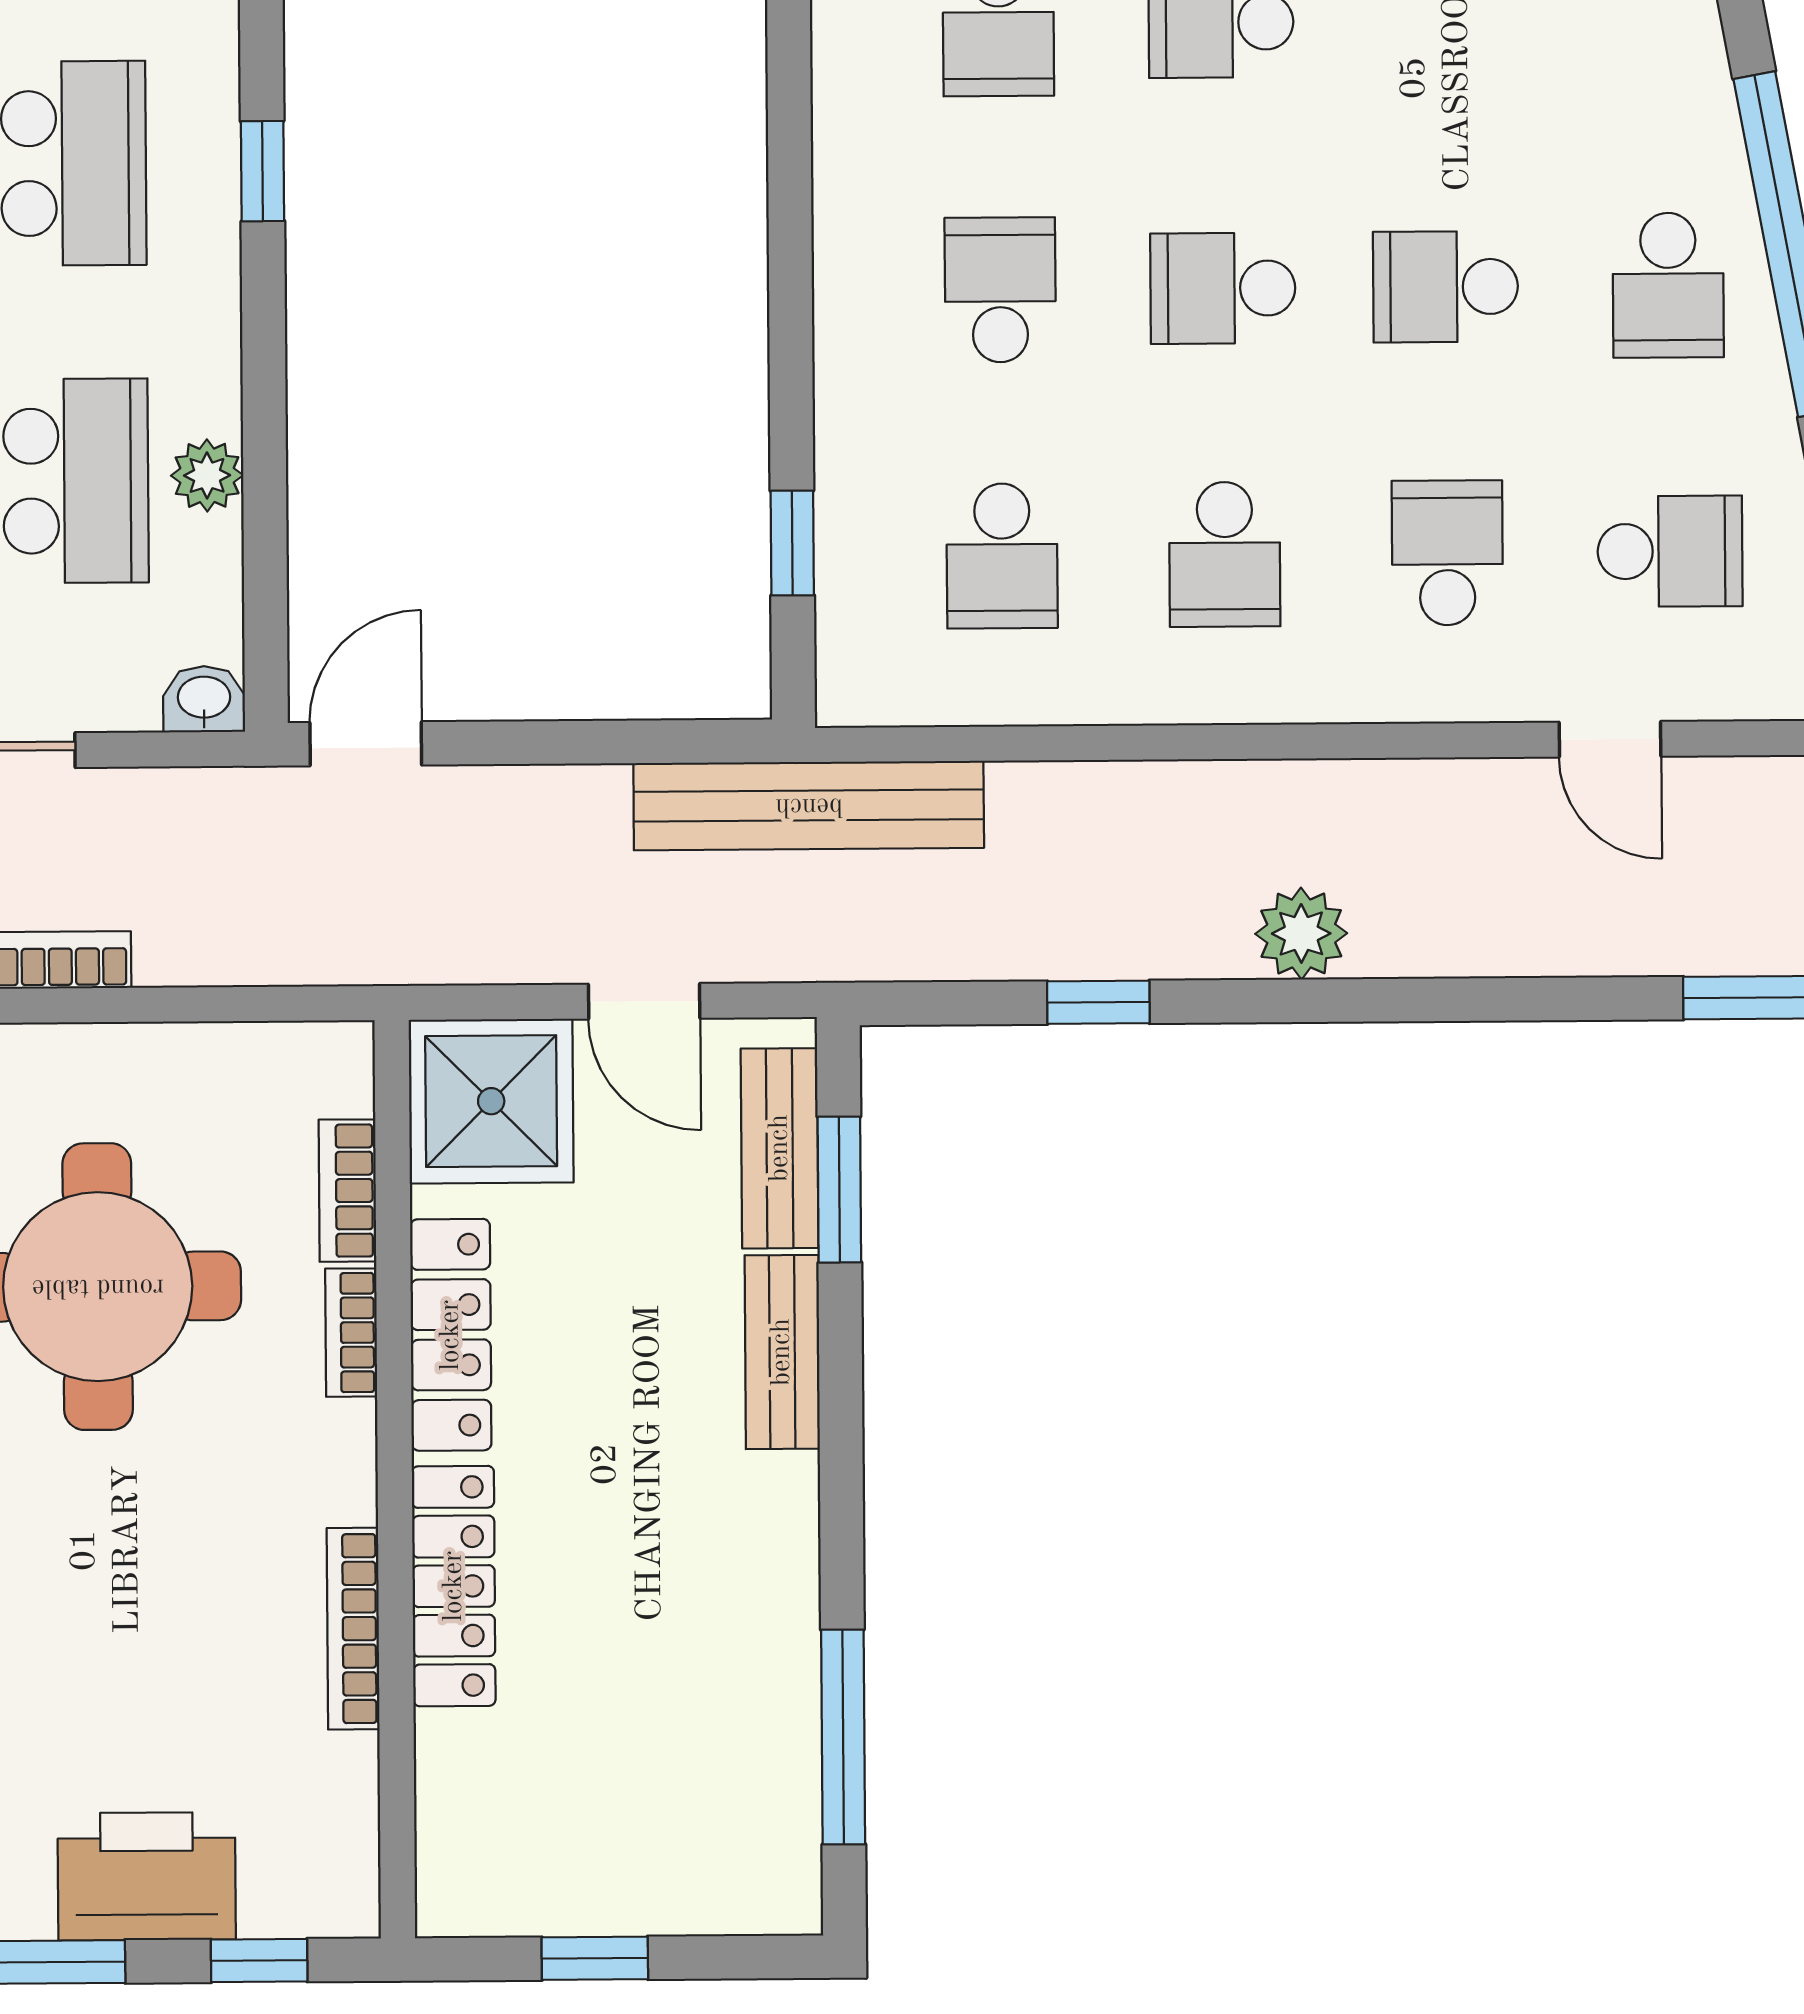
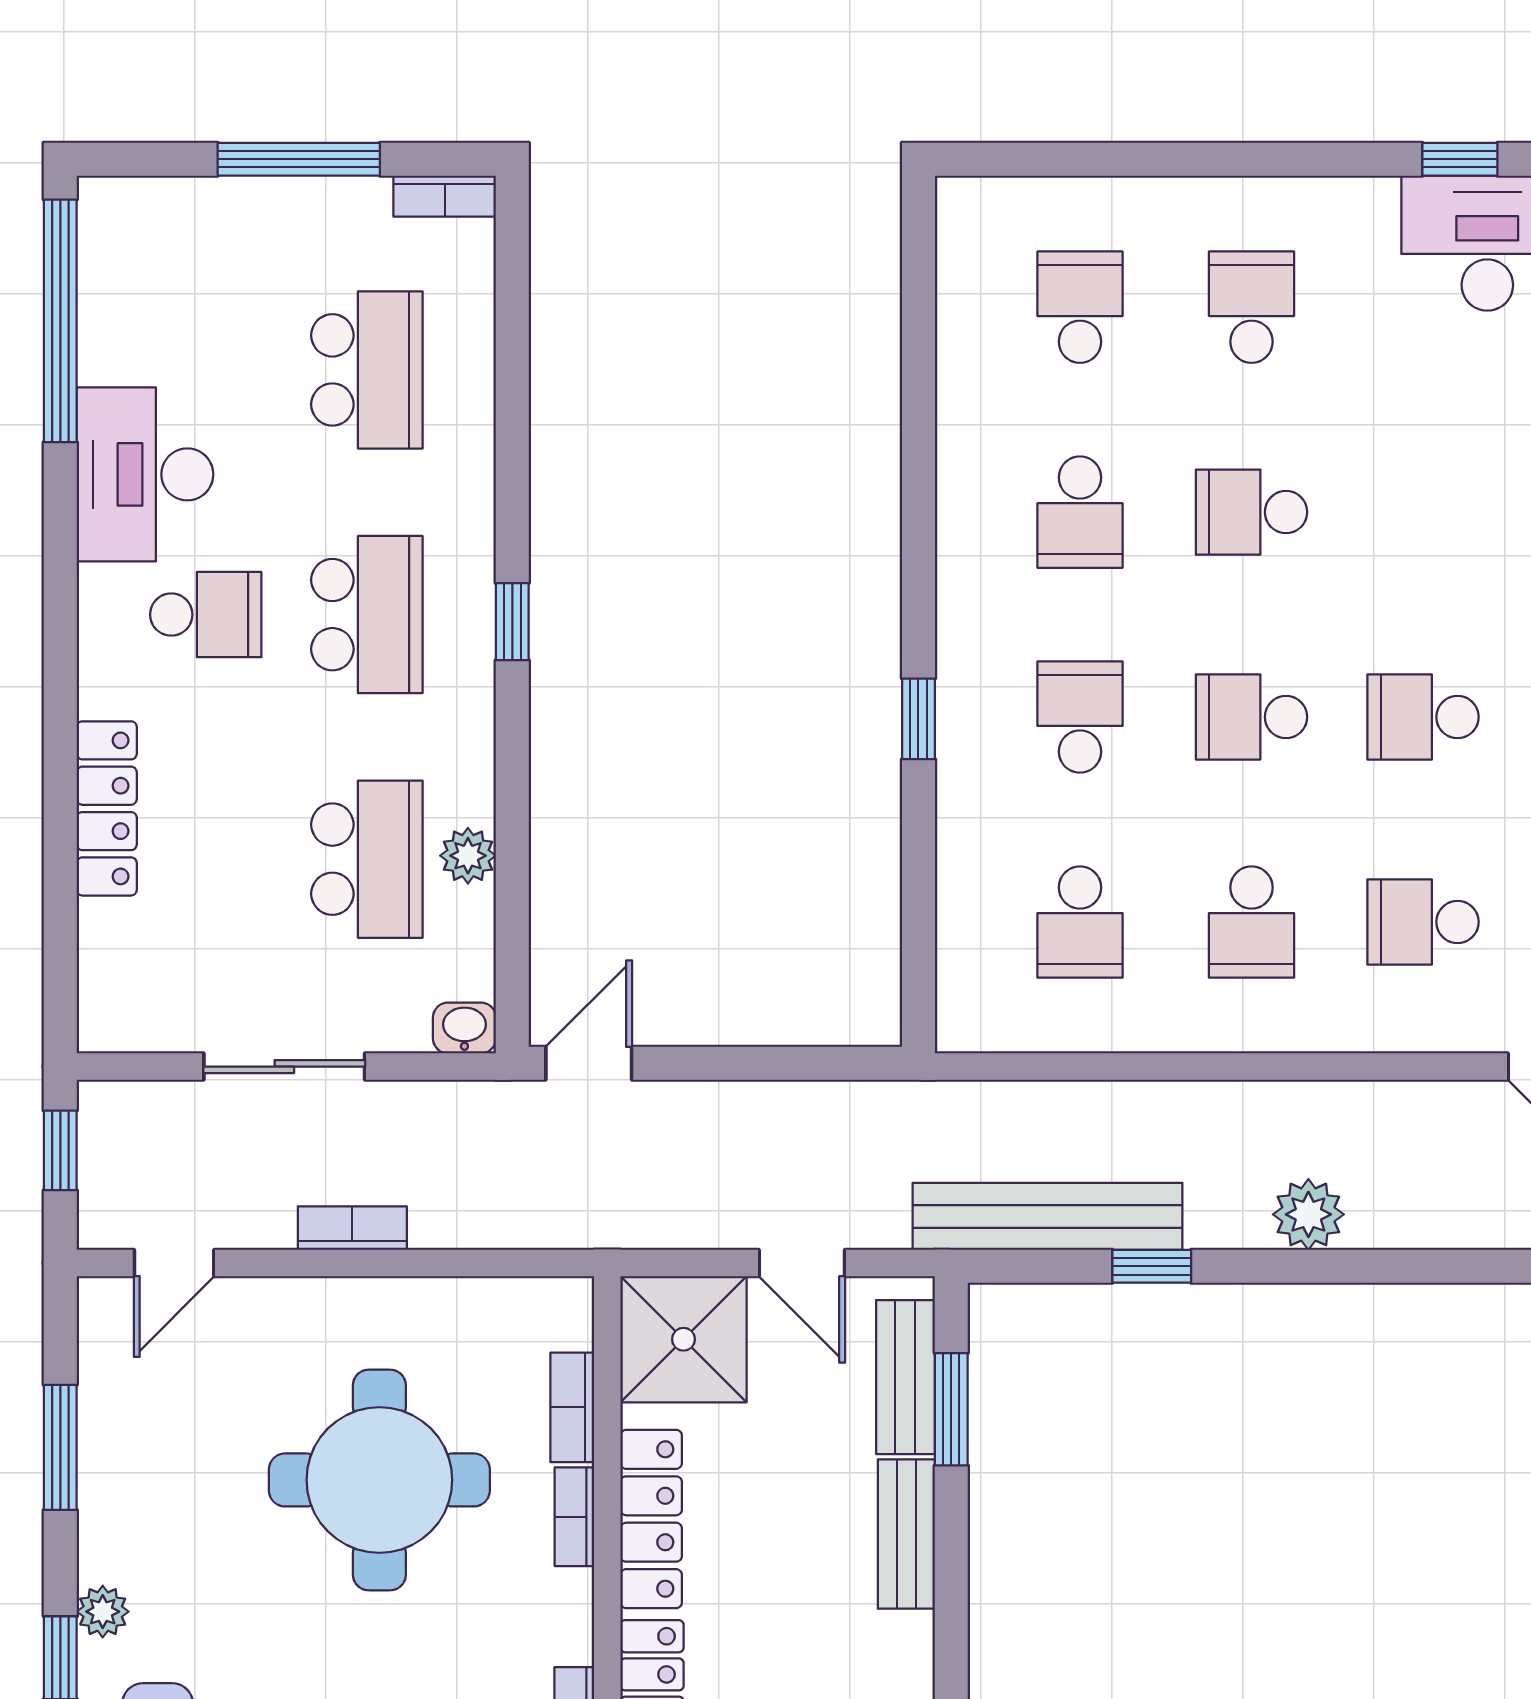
window: (792, 543) -> (918, 719), moved
school desk: (1447, 553) -> (1423, 922), turned -90
bench: (809, 806) -> (1048, 1216), moved

